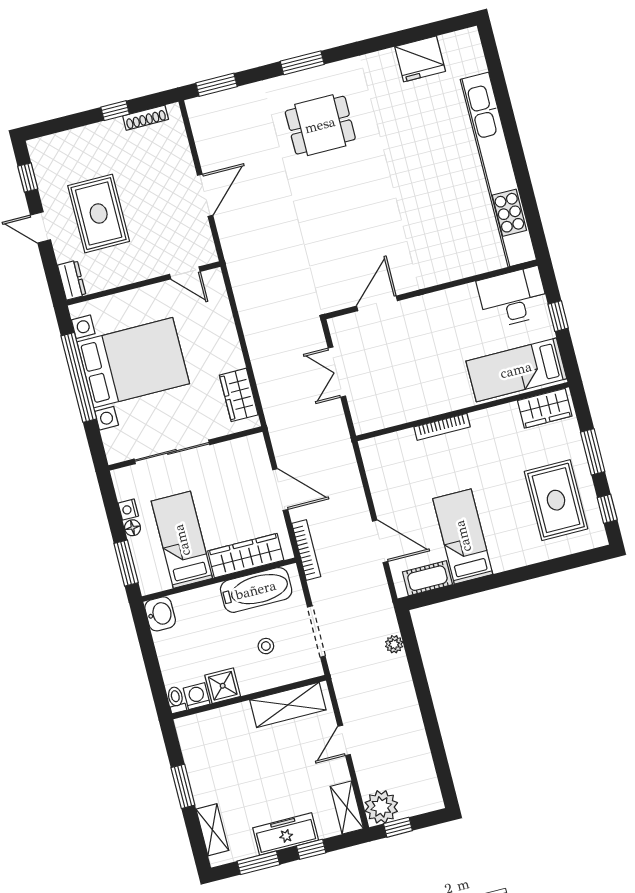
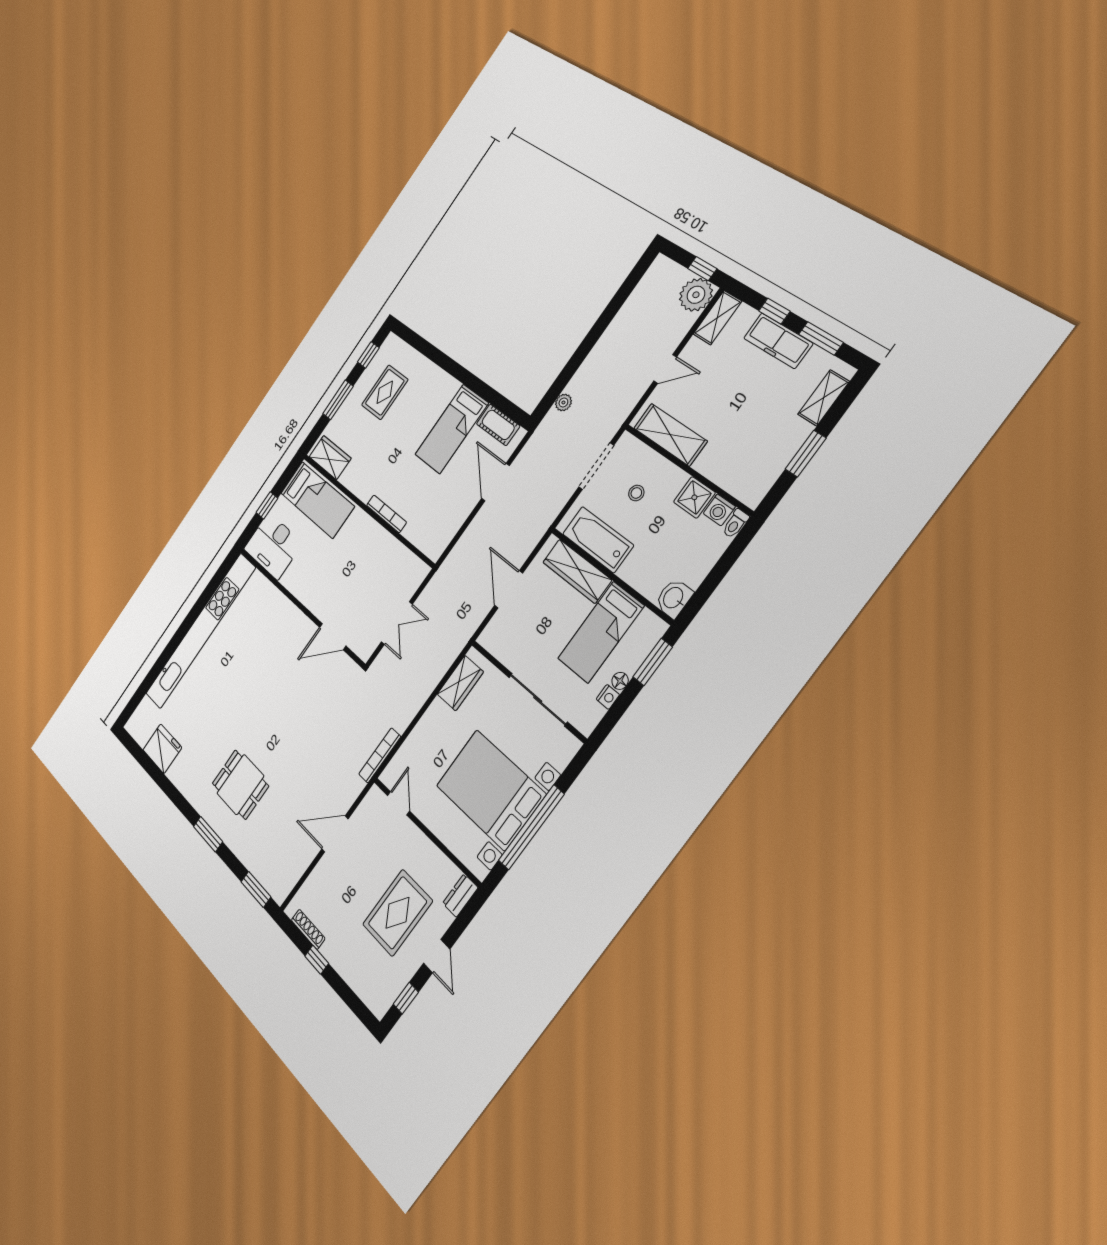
rug: (556, 500) -> (385, 392), width x0.73, depth x0.70
bookcase: (306, 550) -> (380, 755), moved

